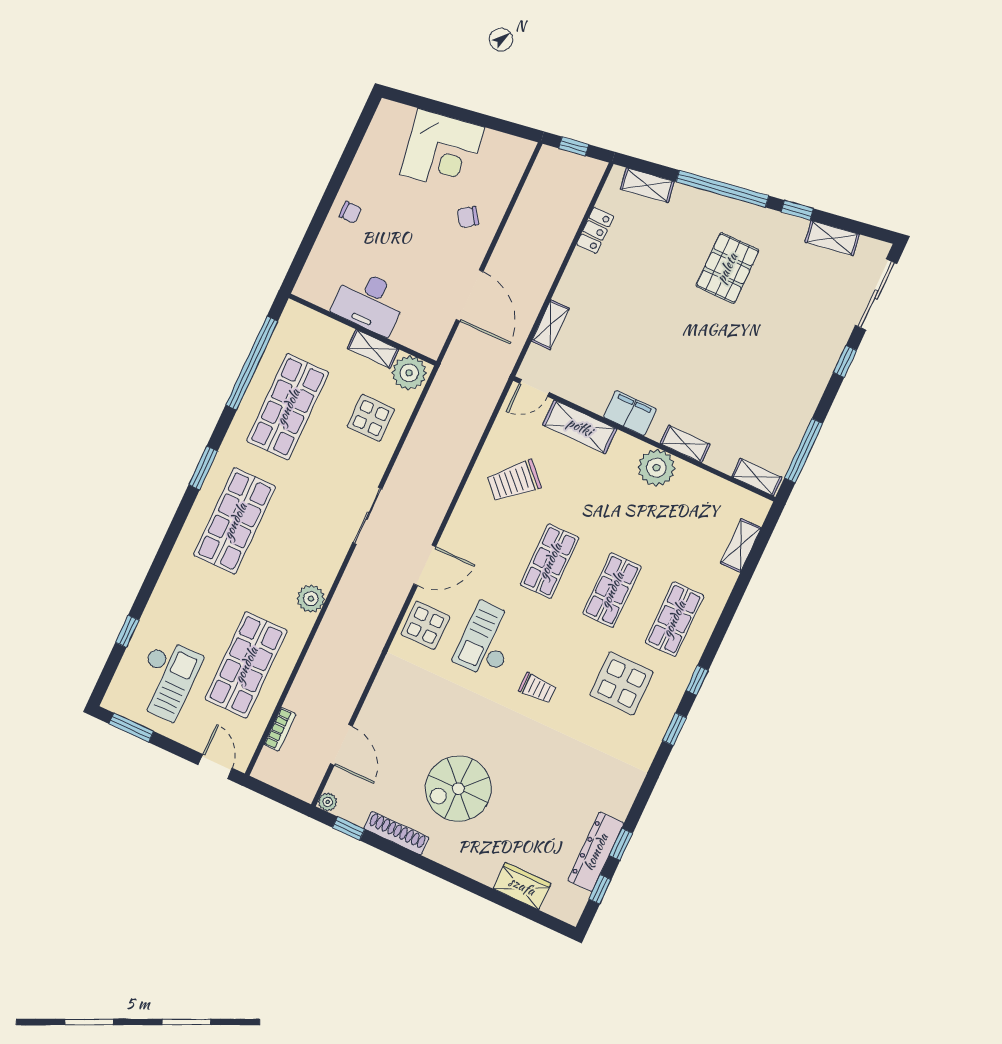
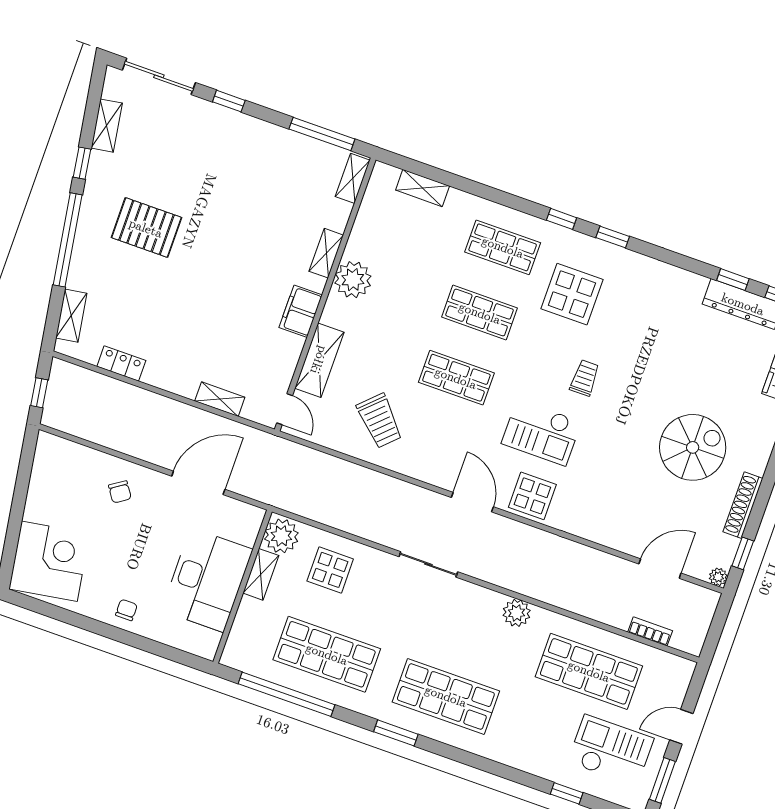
corner desk: (442, 151) -> (49, 561), moved
desk: (369, 302) -> (207, 580), width x1.36, depth x1.30
door: (215, 766) -> (681, 727), moved
spiral stairs: (458, 789) -> (693, 447), turned -90

